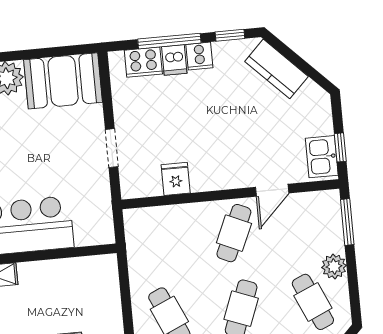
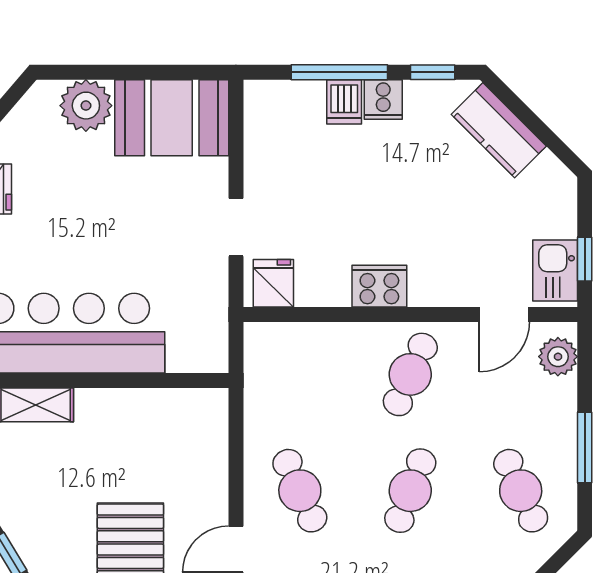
cooker: (143, 62) -> (379, 286), moved, turned 180
fridge: (176, 179) -> (273, 283), moved
door: (272, 190) -> (504, 314), moved
window: (347, 222) -> (585, 448), moved
plant: (334, 266) -> (558, 357), moved

